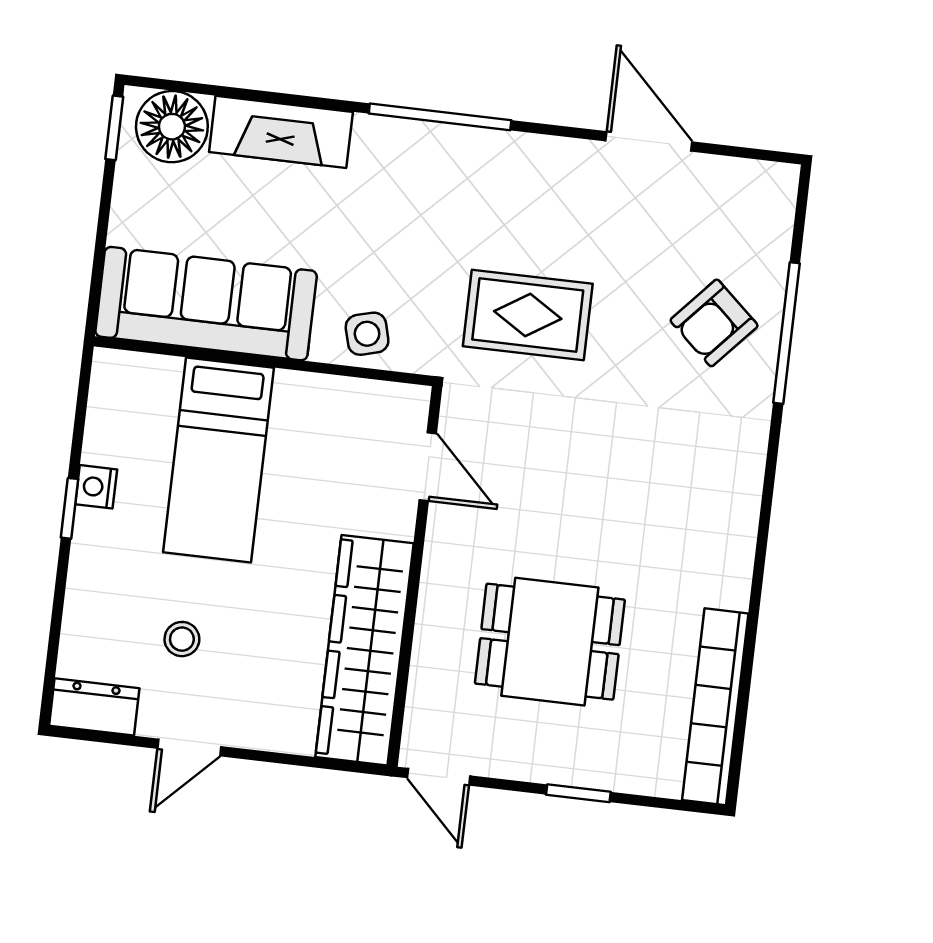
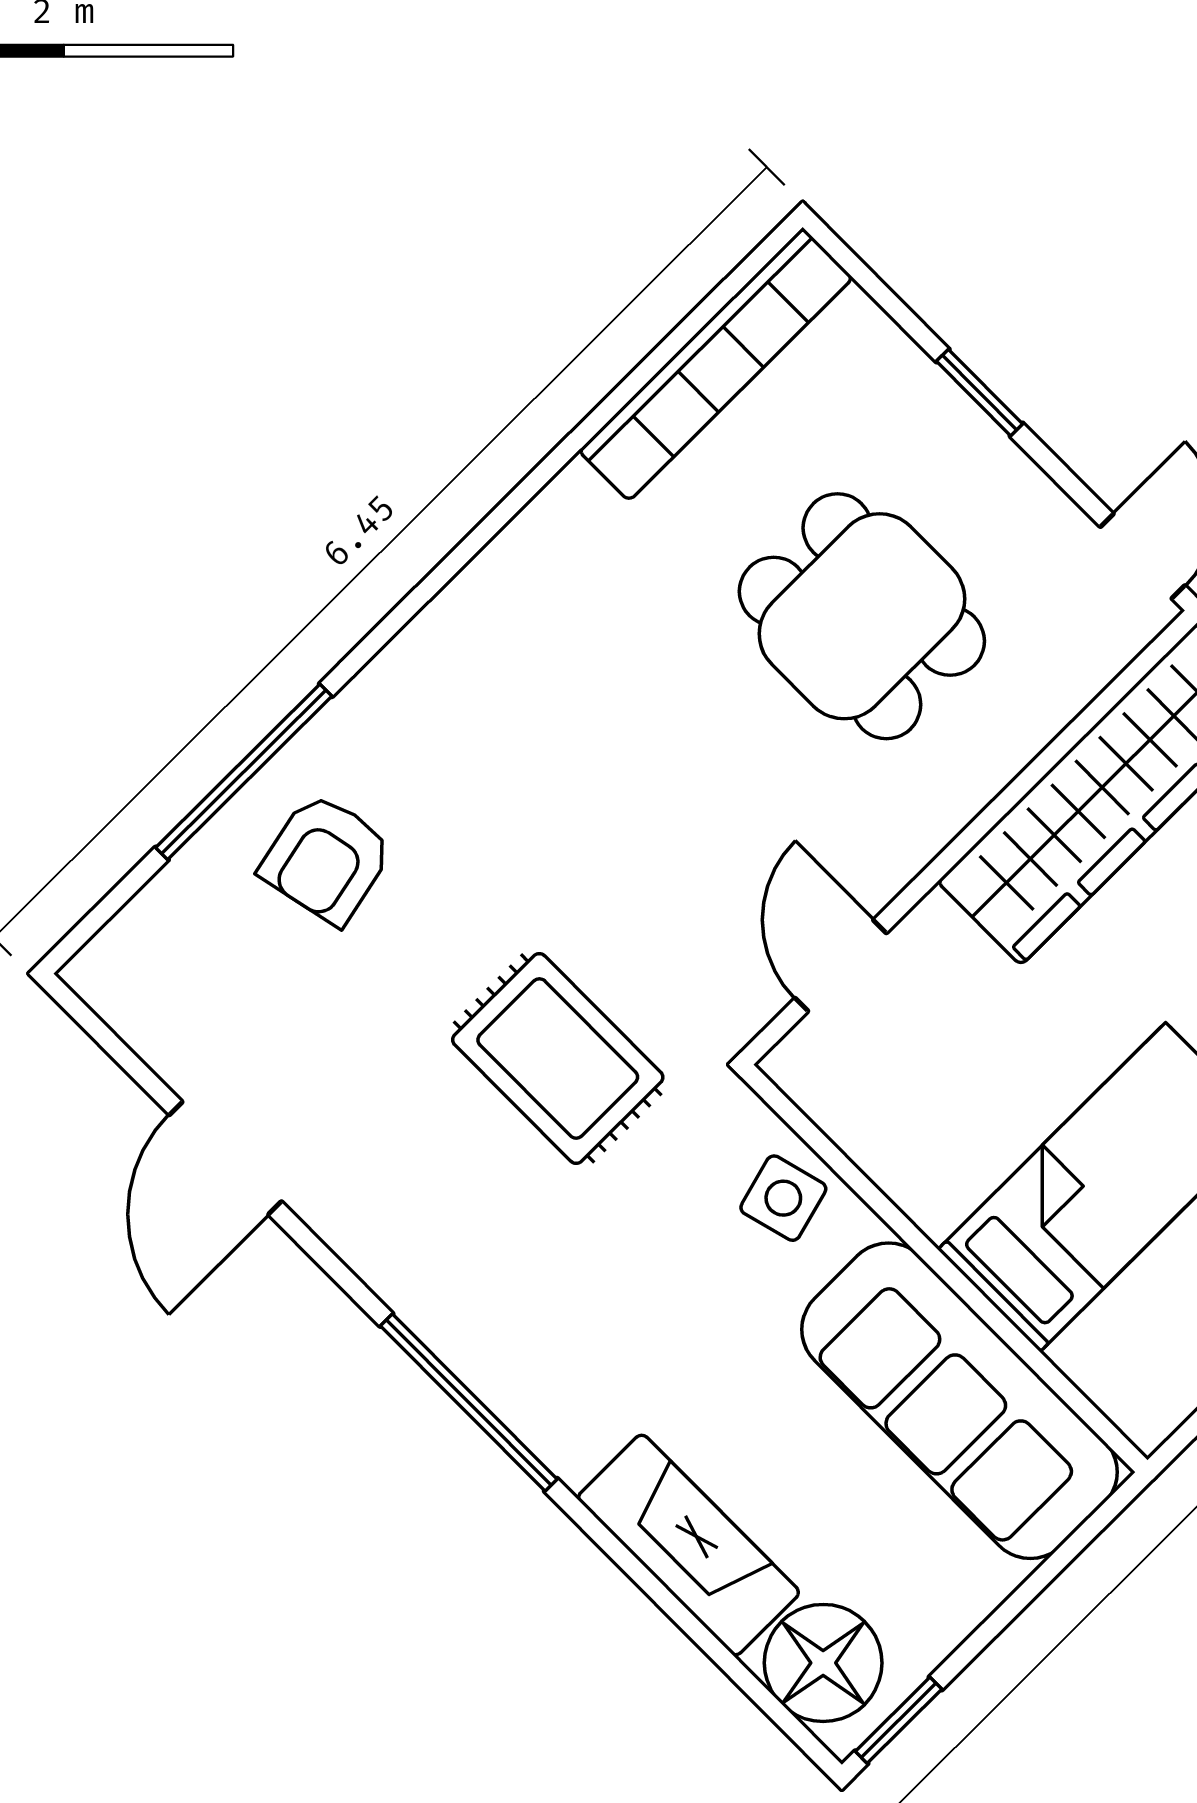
armchair: (714, 323) -> (326, 859), turned 126

